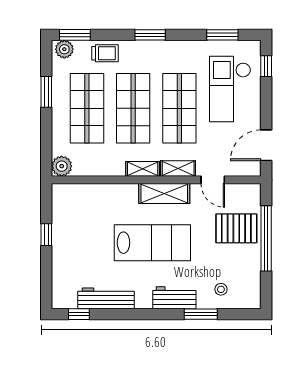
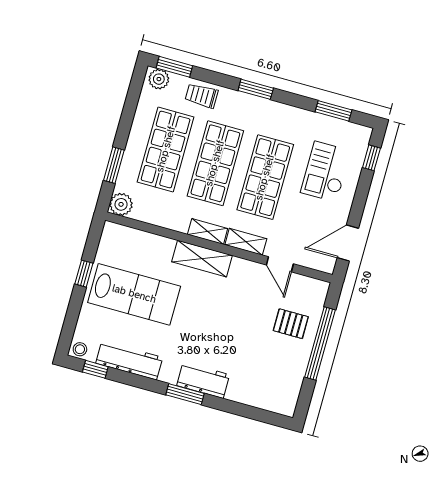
trolley: (105, 53) -> (201, 96), turned 180
checkout: (230, 89) -> (326, 172), width x0.73, depth x0.83
window: (46, 92) -> (114, 165), moved
shelving: (164, 193) -> (202, 259), moved
pallet: (236, 228) -> (291, 324), width x0.67, depth x0.71
lab bench: (152, 243) -> (134, 294), moved
stool: (221, 289) -> (80, 349), moved
window: (201, 314) -> (185, 394), moved

